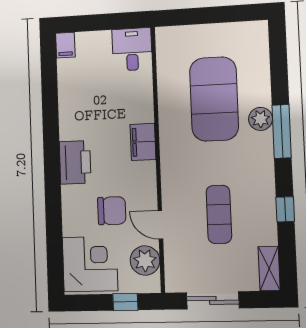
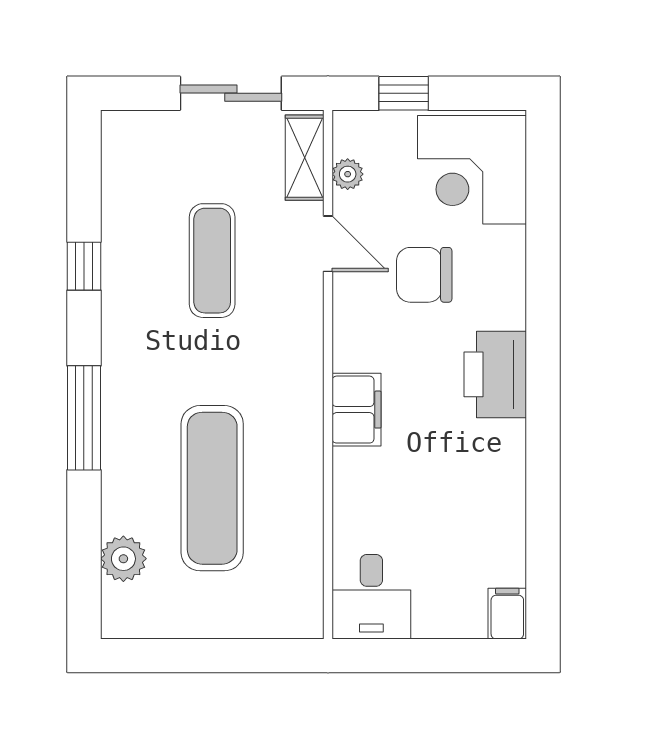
exercise mat: (214, 99) -> (212, 488), width x0.68
plant: (261, 119) -> (123, 559), moved
plant: (145, 260) -> (348, 174), width x0.53, depth x0.53
shelving: (269, 269) -> (305, 158), moved

